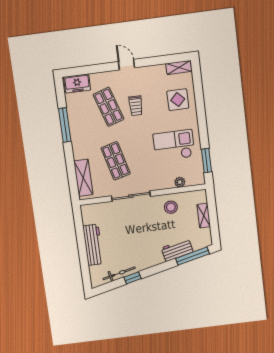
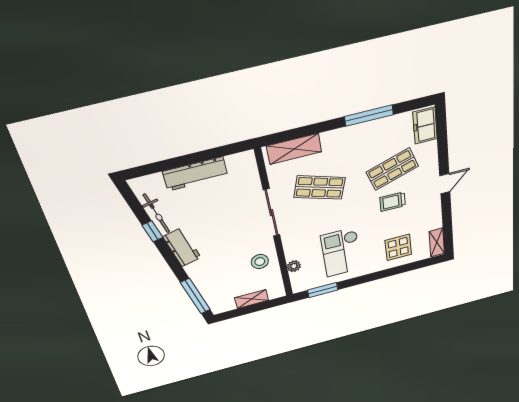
checkout: (174, 145) -> (341, 252), turned 180
shop shelf: (116, 161) -> (320, 187), turned 33
workbench: (177, 250) -> (182, 247), moved

